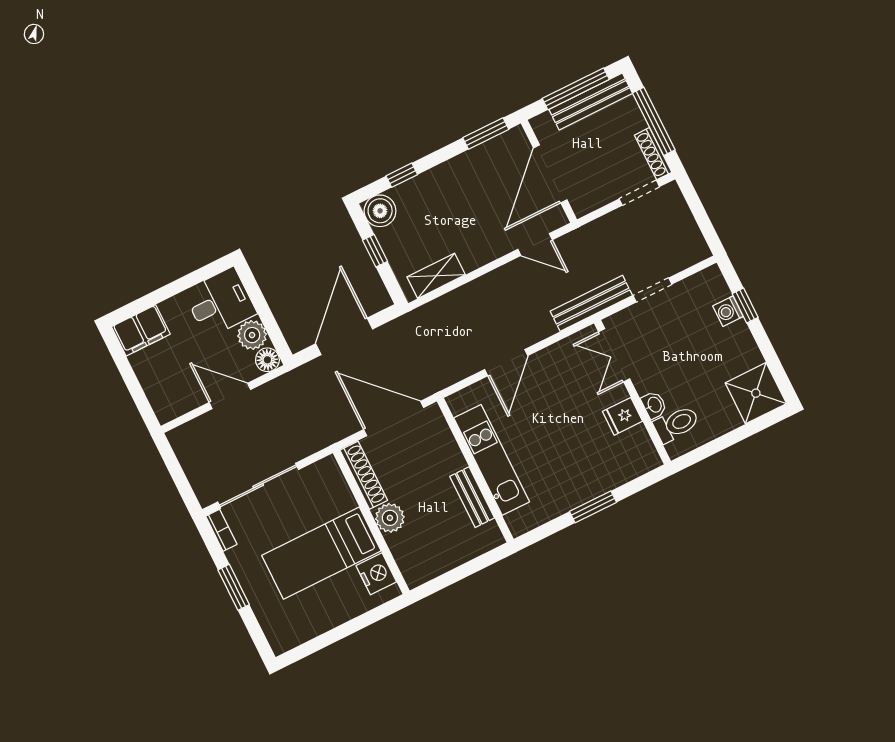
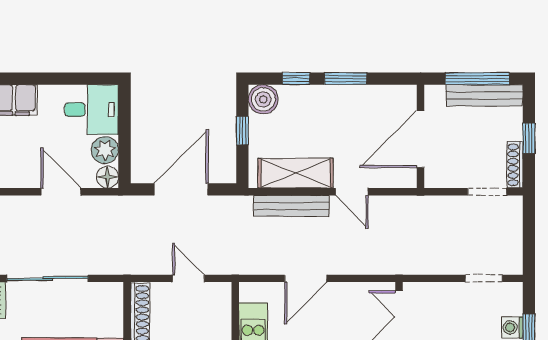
window: (654, 121) -> (529, 138), width x0.46
window: (486, 133) -> (346, 79), moved
door: (535, 244) -> (352, 192), moved
shelving: (436, 276) -> (296, 173), width x1.50, depth x1.33
doorway: (653, 290) -> (484, 278), moved
bench: (591, 303) -> (292, 206), moved
door: (394, 418) -> (188, 278), width x0.53

